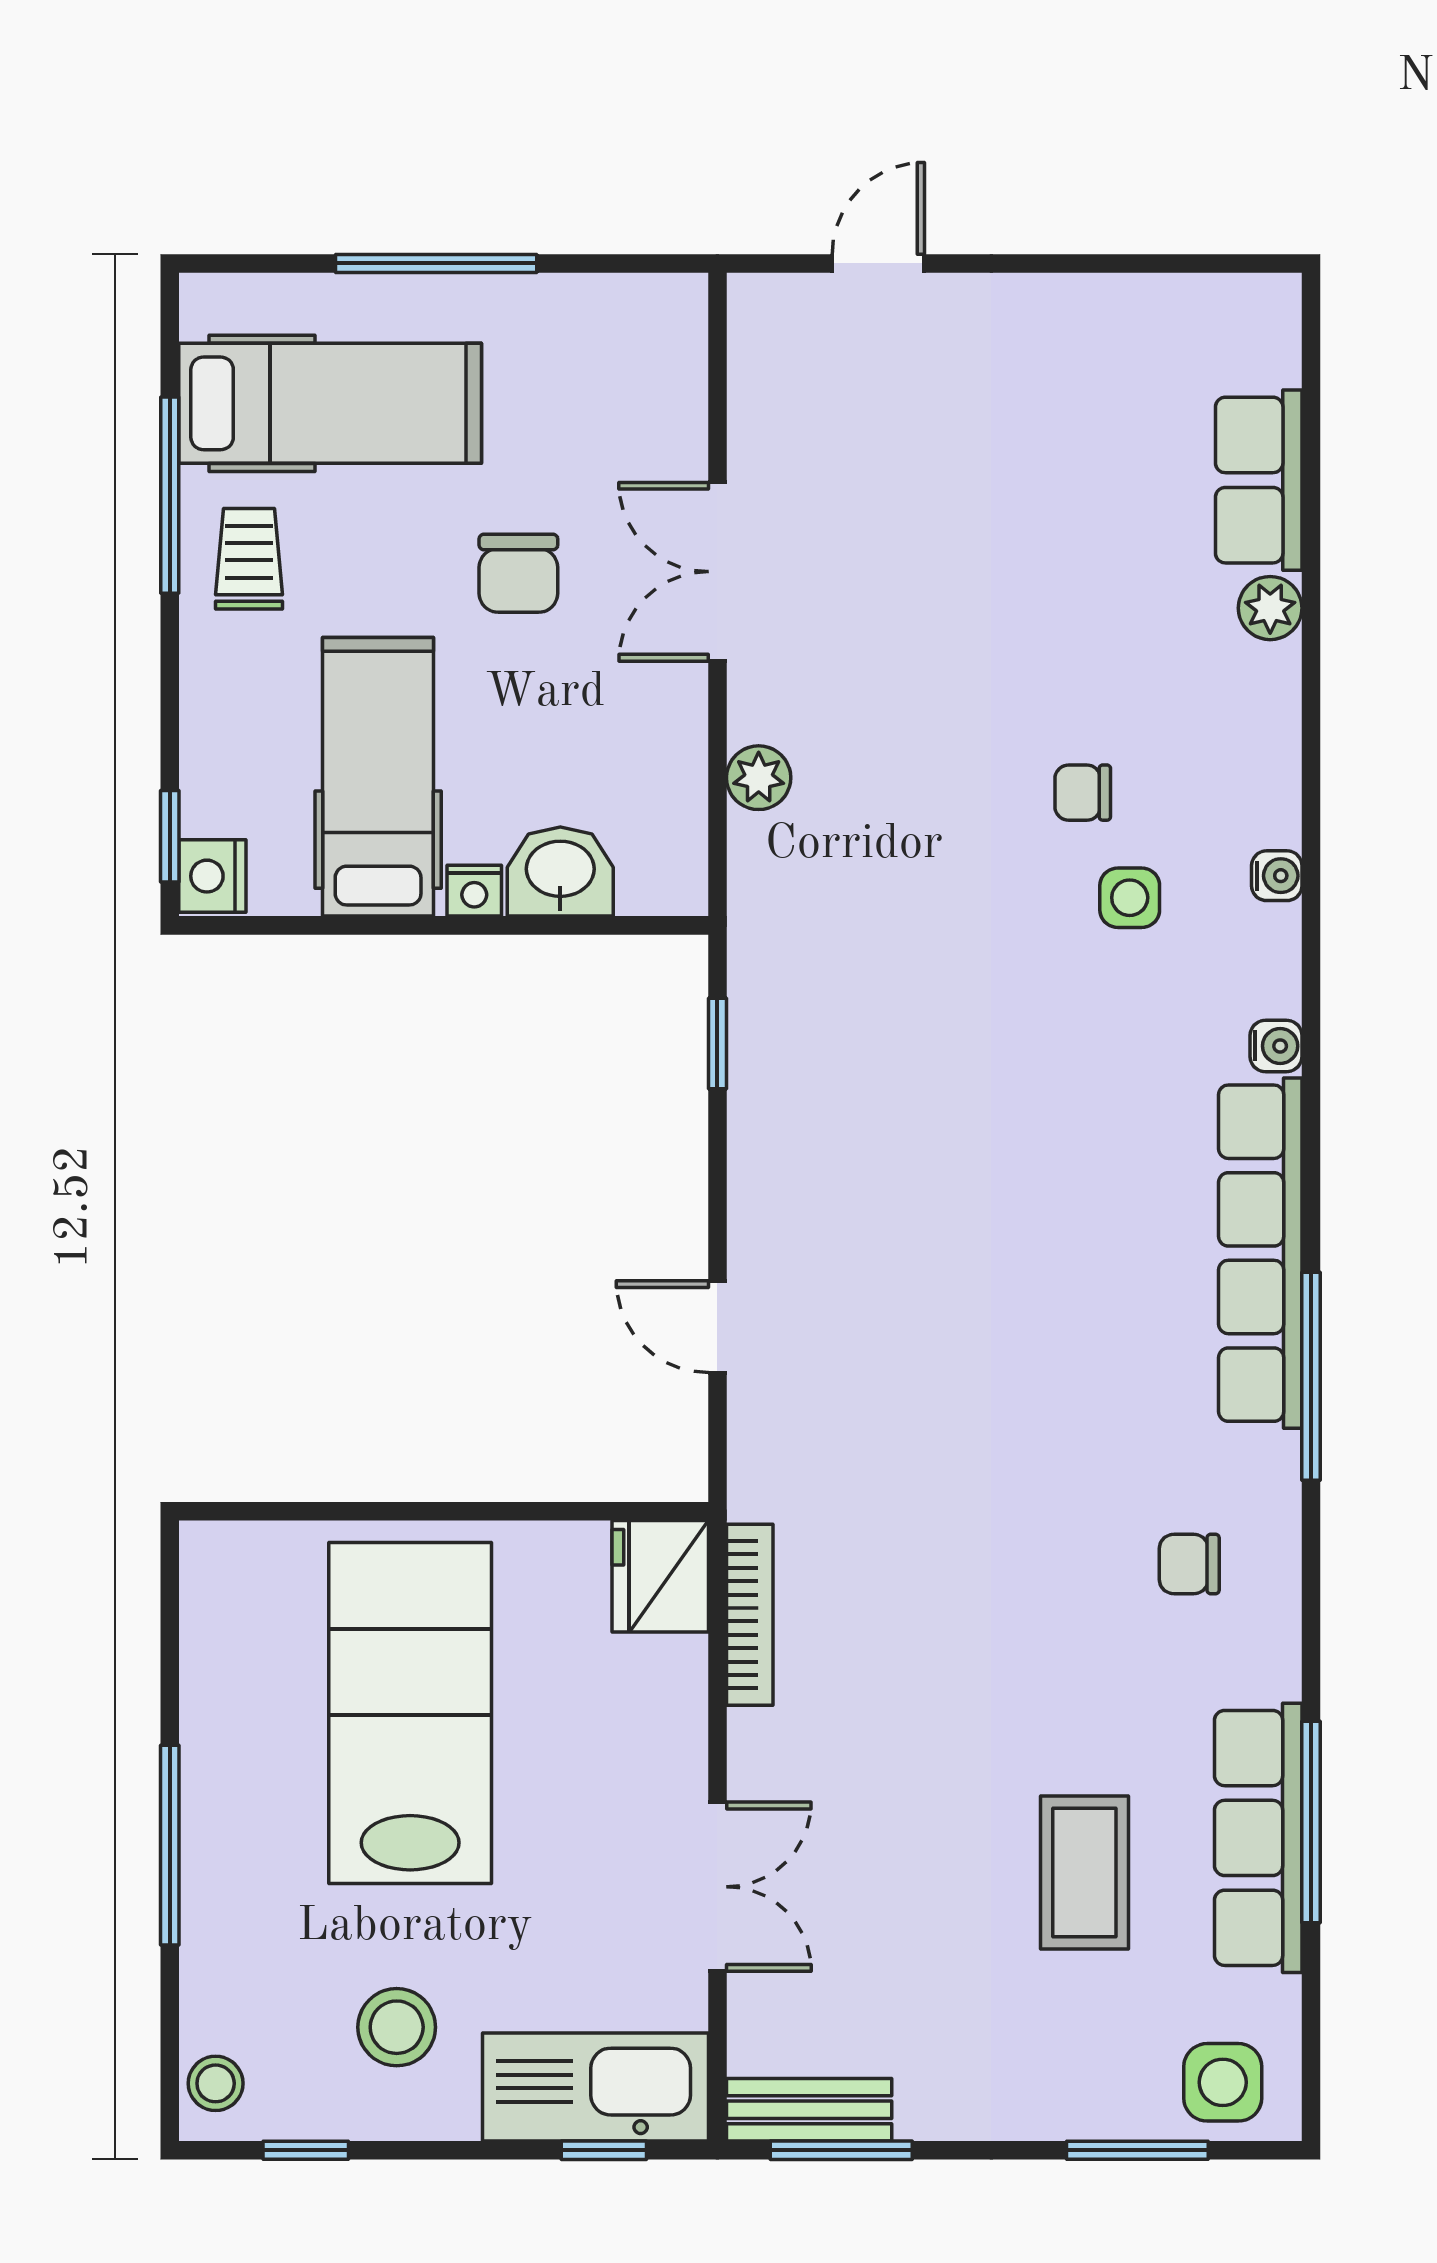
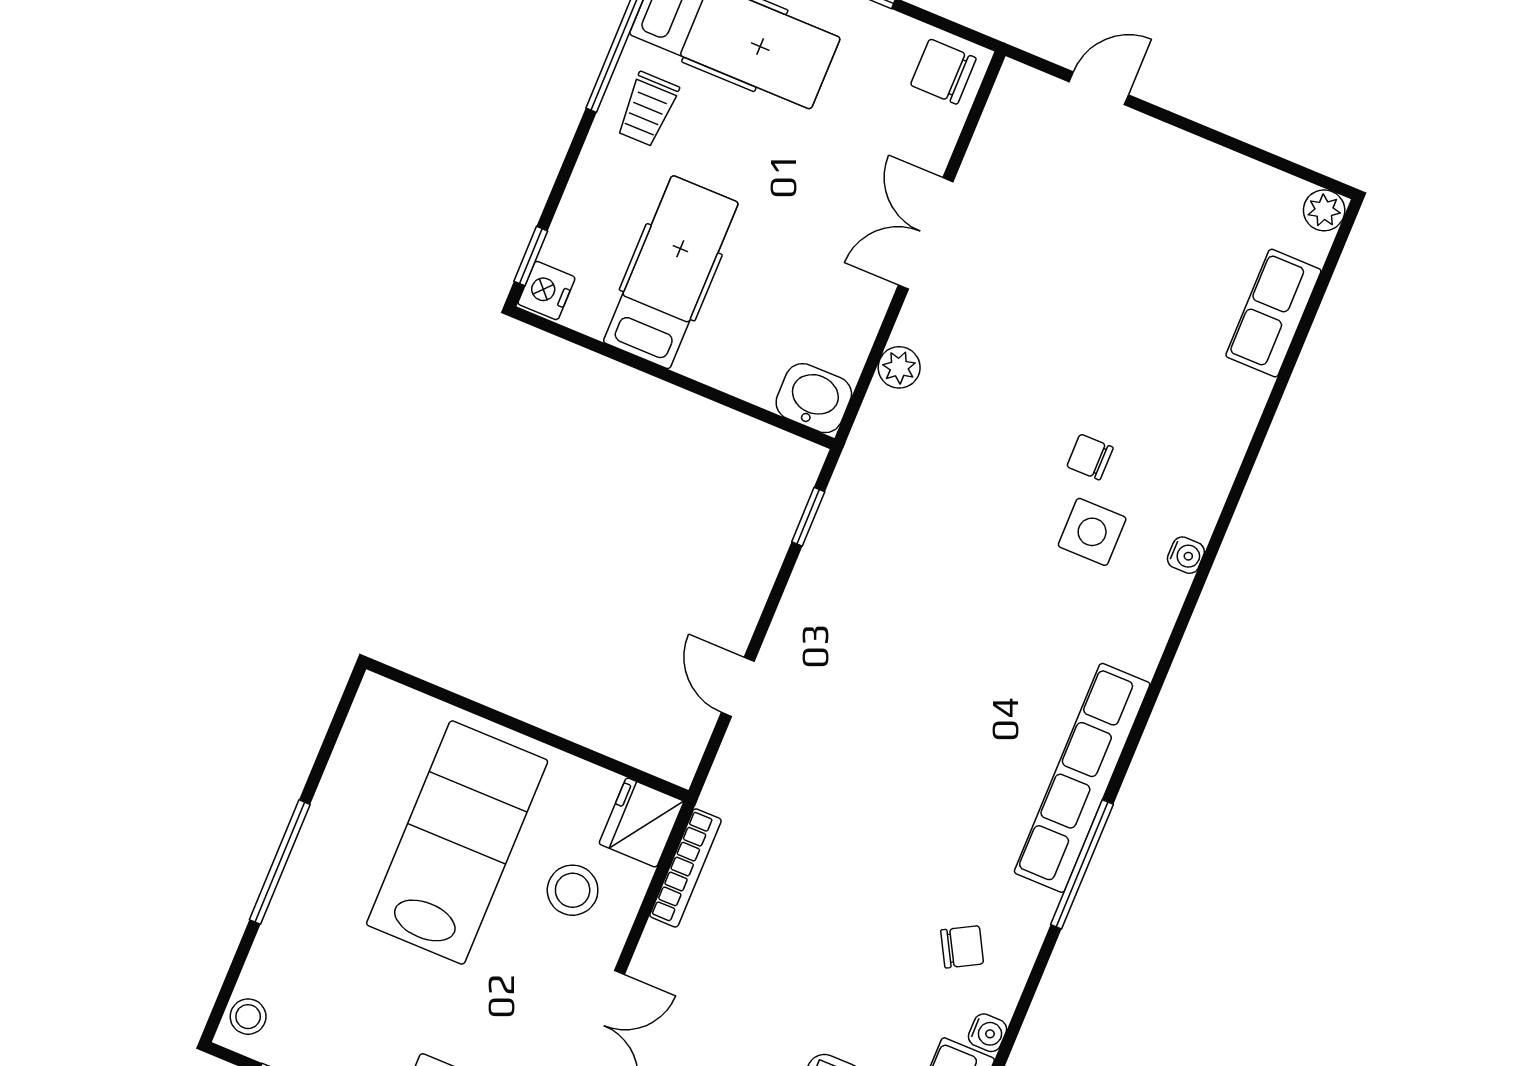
trolley: (249, 559) -> (648, 109), turned 180
chair: (518, 573) -> (943, 72), moved, turned 90
plant: (1270, 608) -> (1324, 210), moved
washbasin: (560, 872) -> (814, 398), moved
nightstand: (474, 891) -> (700, 365), removed
side table: (1130, 898) -> (1092, 532), width x1.37, depth x1.37
water cooler: (1276, 1046) -> (988, 1033), moved
chair: (1189, 1564) -> (962, 947), turned 151
stool: (397, 2027) -> (573, 890), moved

